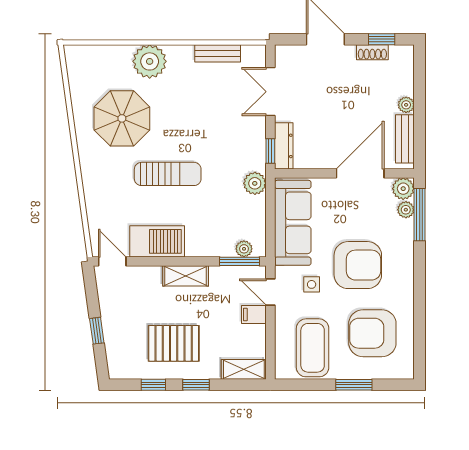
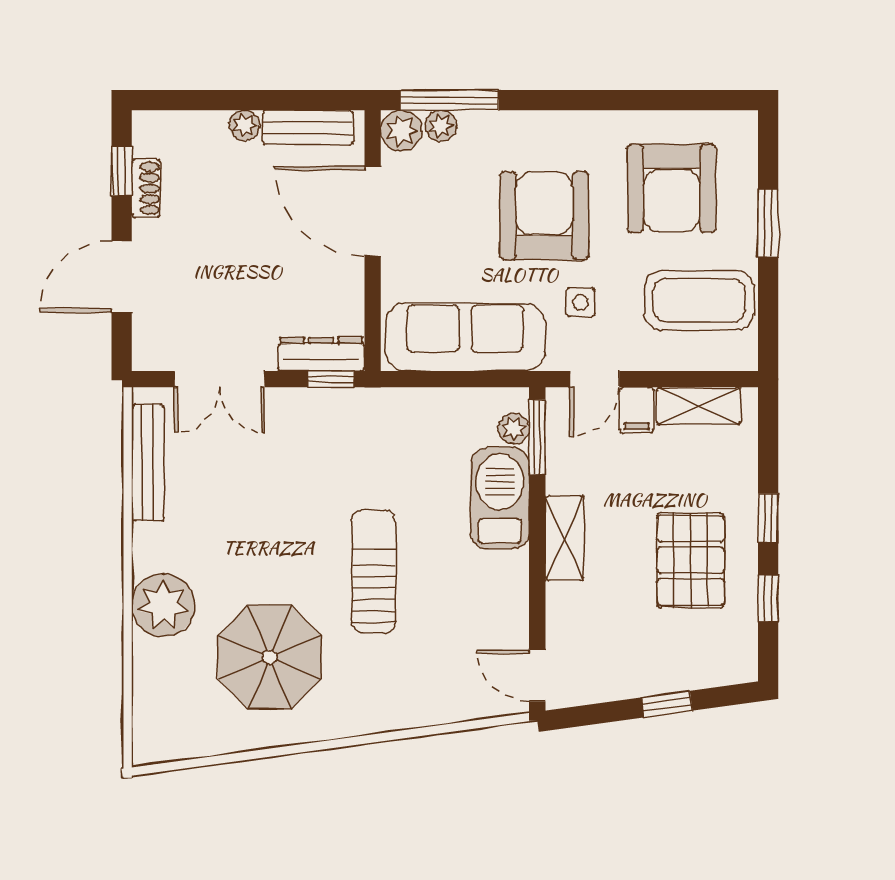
bench: (218, 53) -> (148, 463), width x1.36
plant: (255, 183) -> (391, 408), removed
barbecue: (157, 241) -> (500, 498), moved
door: (112, 261) -> (537, 675), hinge flipped
shelving: (244, 369) -> (699, 406), moved, turned 90

